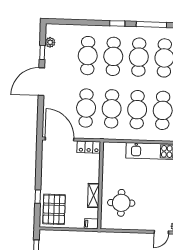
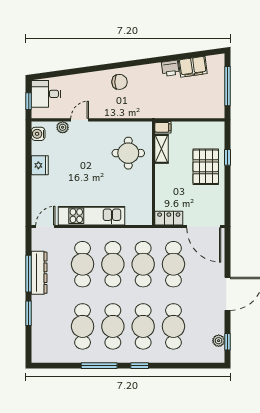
window: (42, 52) -> (227, 342), moved
shelving: (93, 195) -> (162, 149), moved
pallet: (54, 209) -> (206, 167), moved

